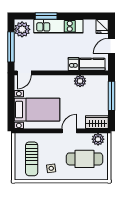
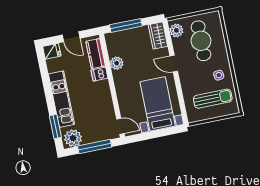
window: (46, 16) -> (55, 126), moved

